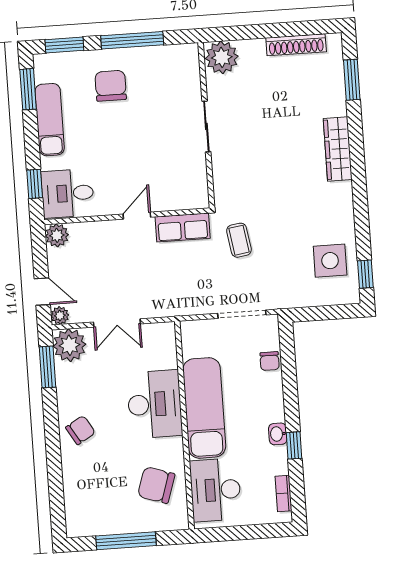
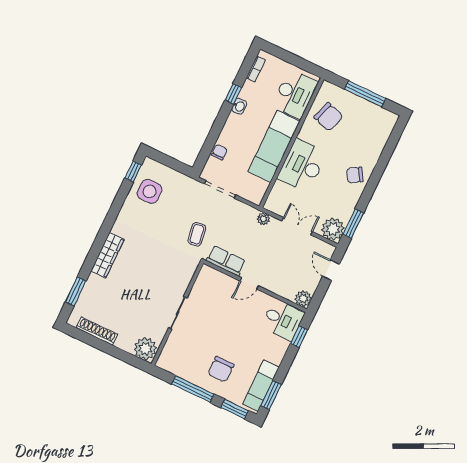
exam couch: (50, 120) -> (261, 386), moved
plant: (60, 316) -> (263, 219), moved

